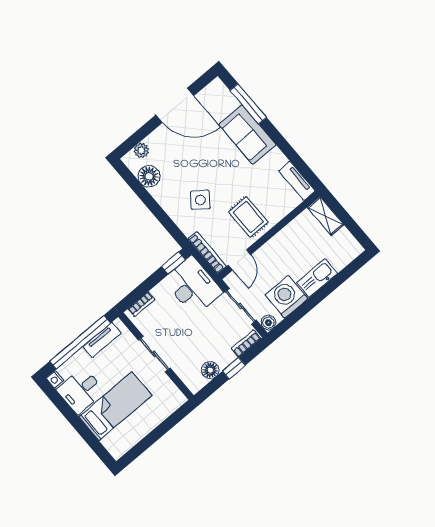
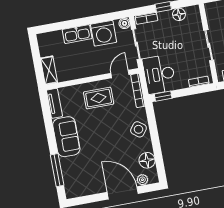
door: (175, 105) -> (123, 193), moved
sofa: (247, 135) -> (66, 137), moved
side table: (200, 200) -> (138, 129), moved
rug: (248, 217) -> (99, 98), turned 90

